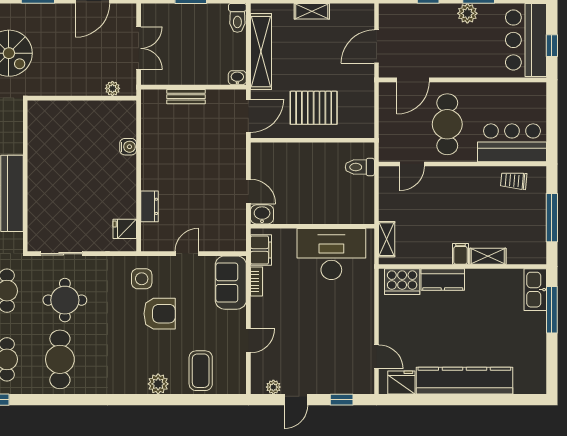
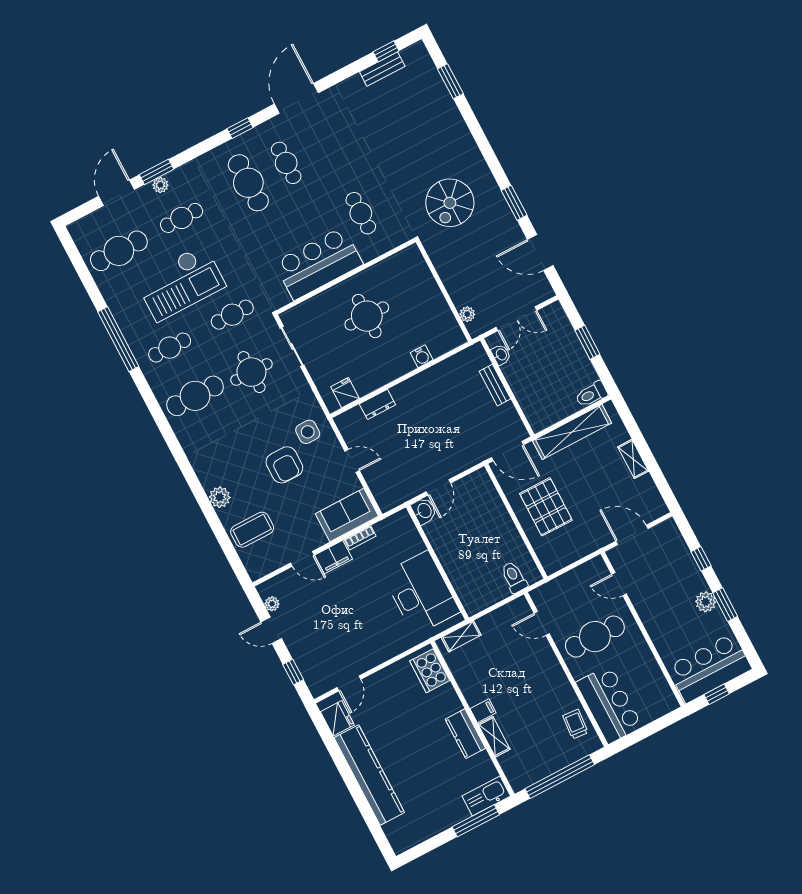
washbasin: (237, 78) -> (501, 355), moved
door: (413, 80) -> (619, 584), width x0.73
round table: (69, 176) -> (367, 316), added
window: (552, 218) -> (560, 777), width x1.46
filing cabinet: (261, 250) -> (334, 557), moved
kitchen counter: (443, 280) -> (465, 734), moved

